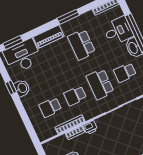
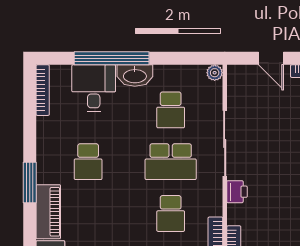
window: (68, 17) -> (30, 182), moved
school desk: (82, 45) -> (88, 162), width x0.54
printer: (90, 127) -> (237, 192), moved

